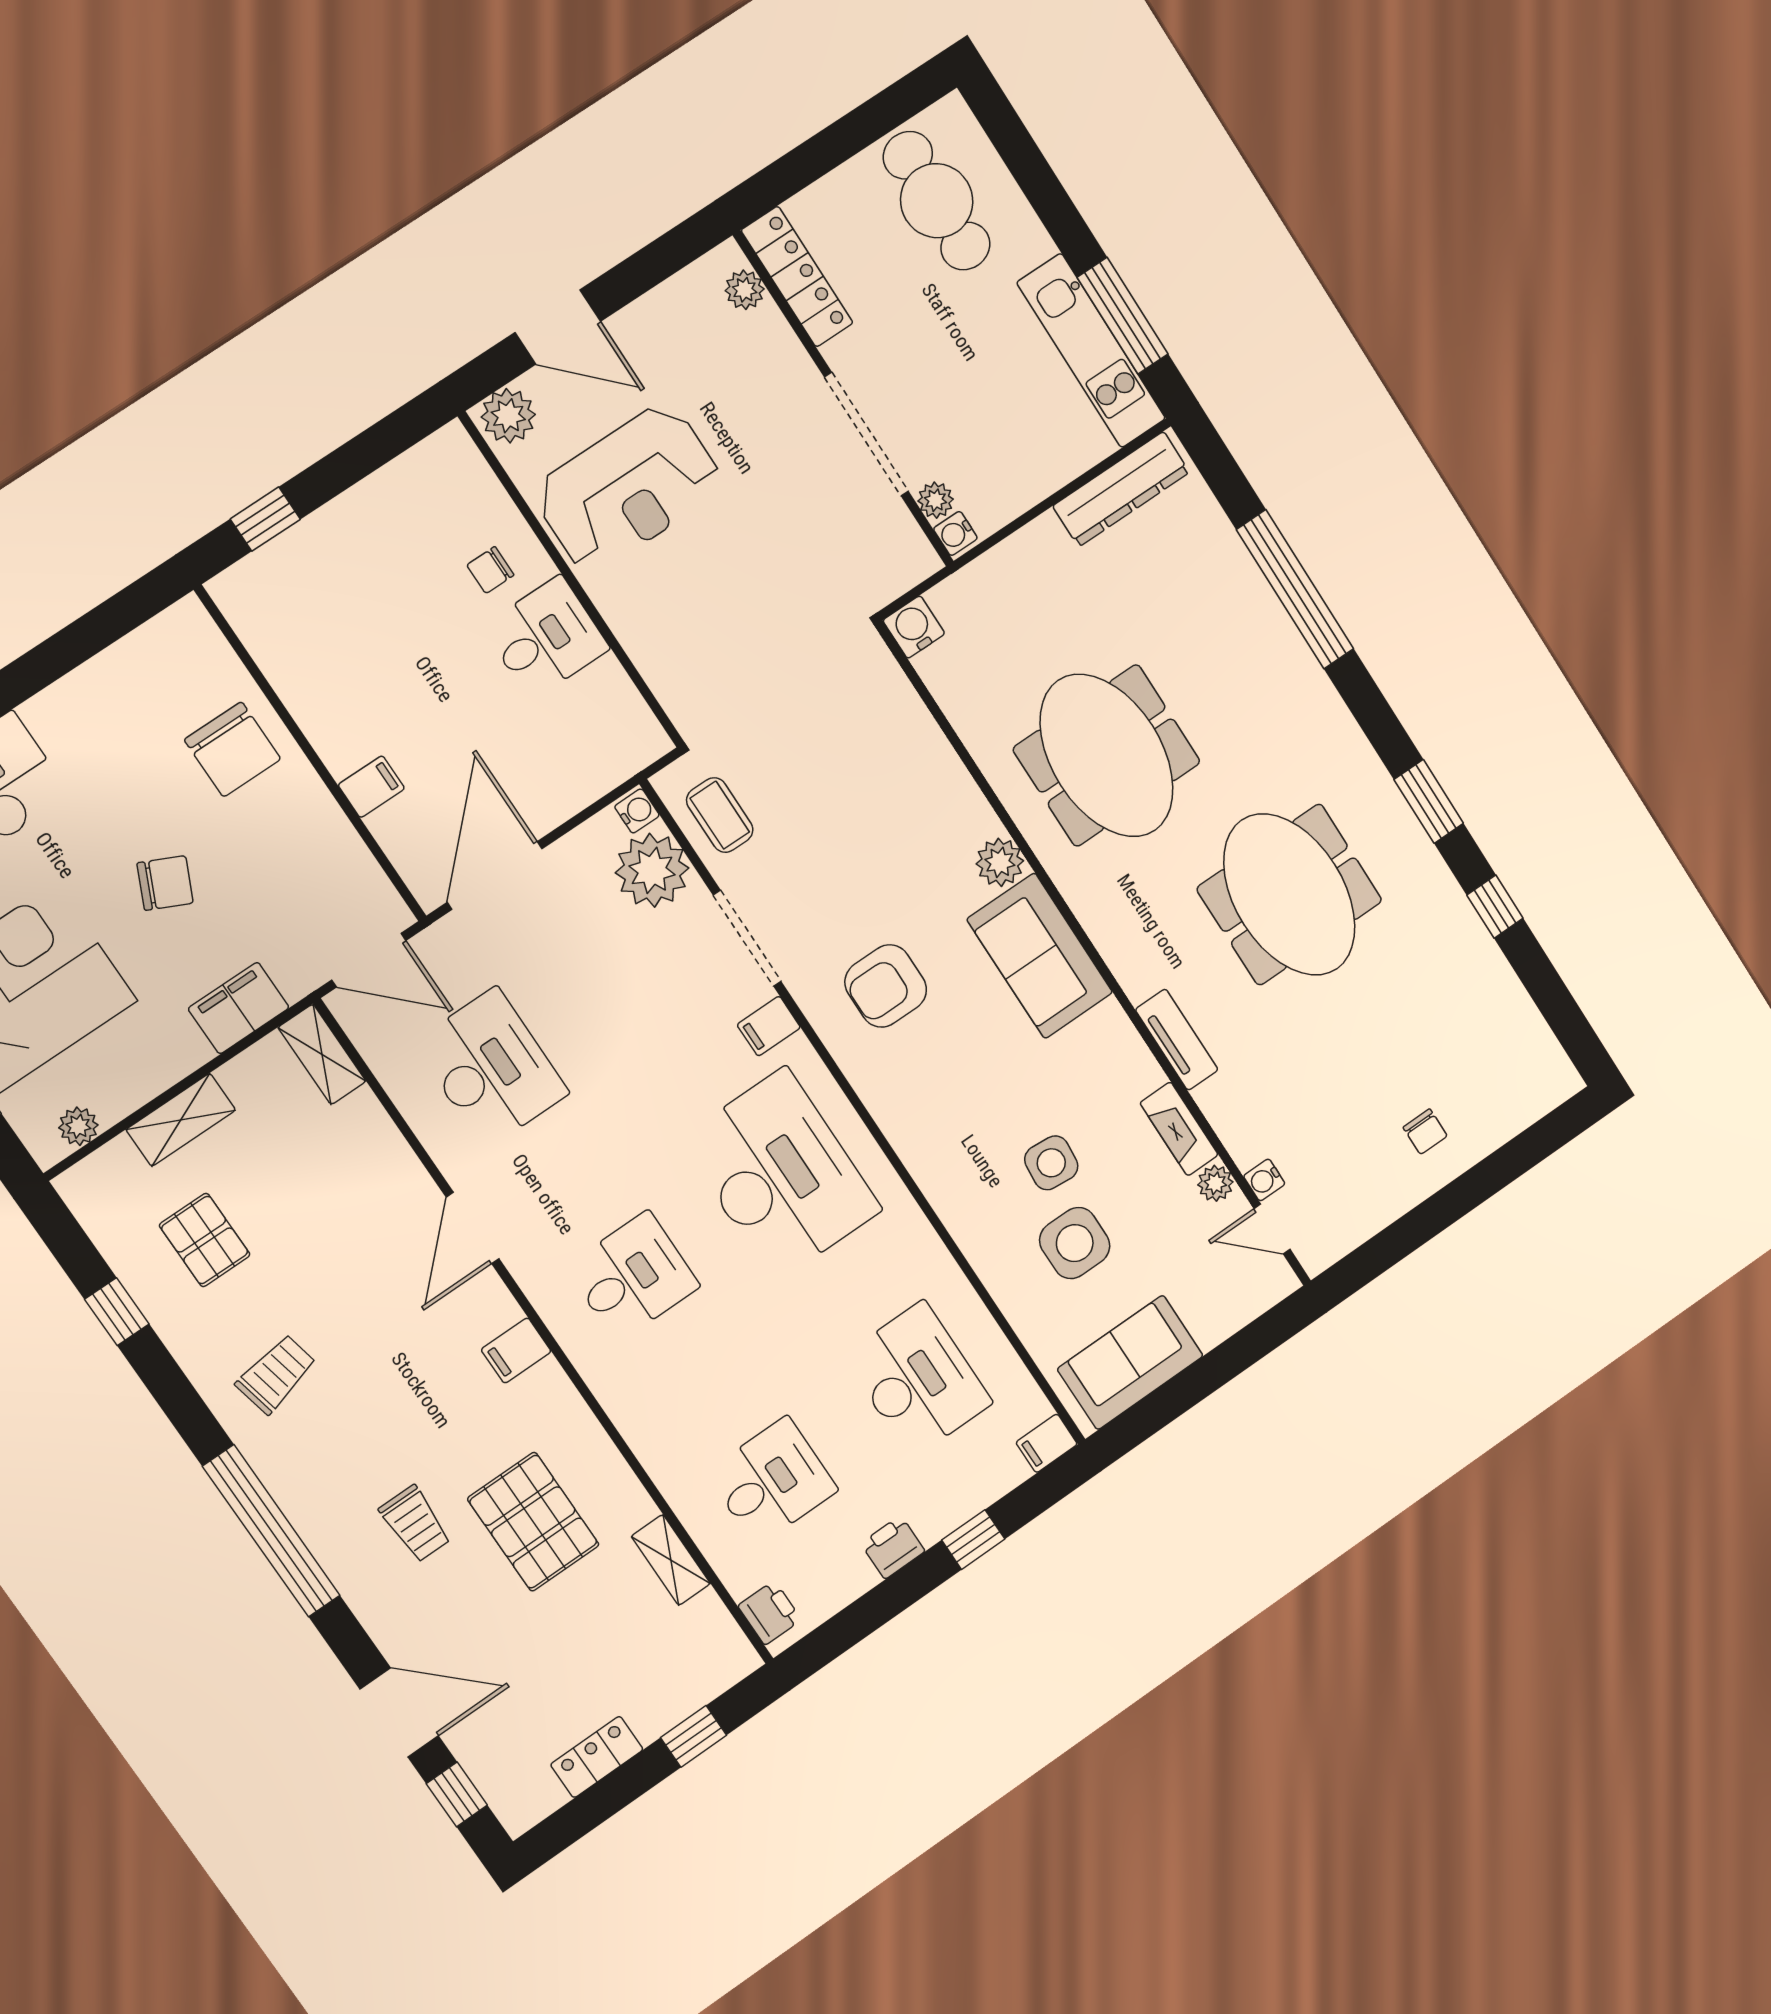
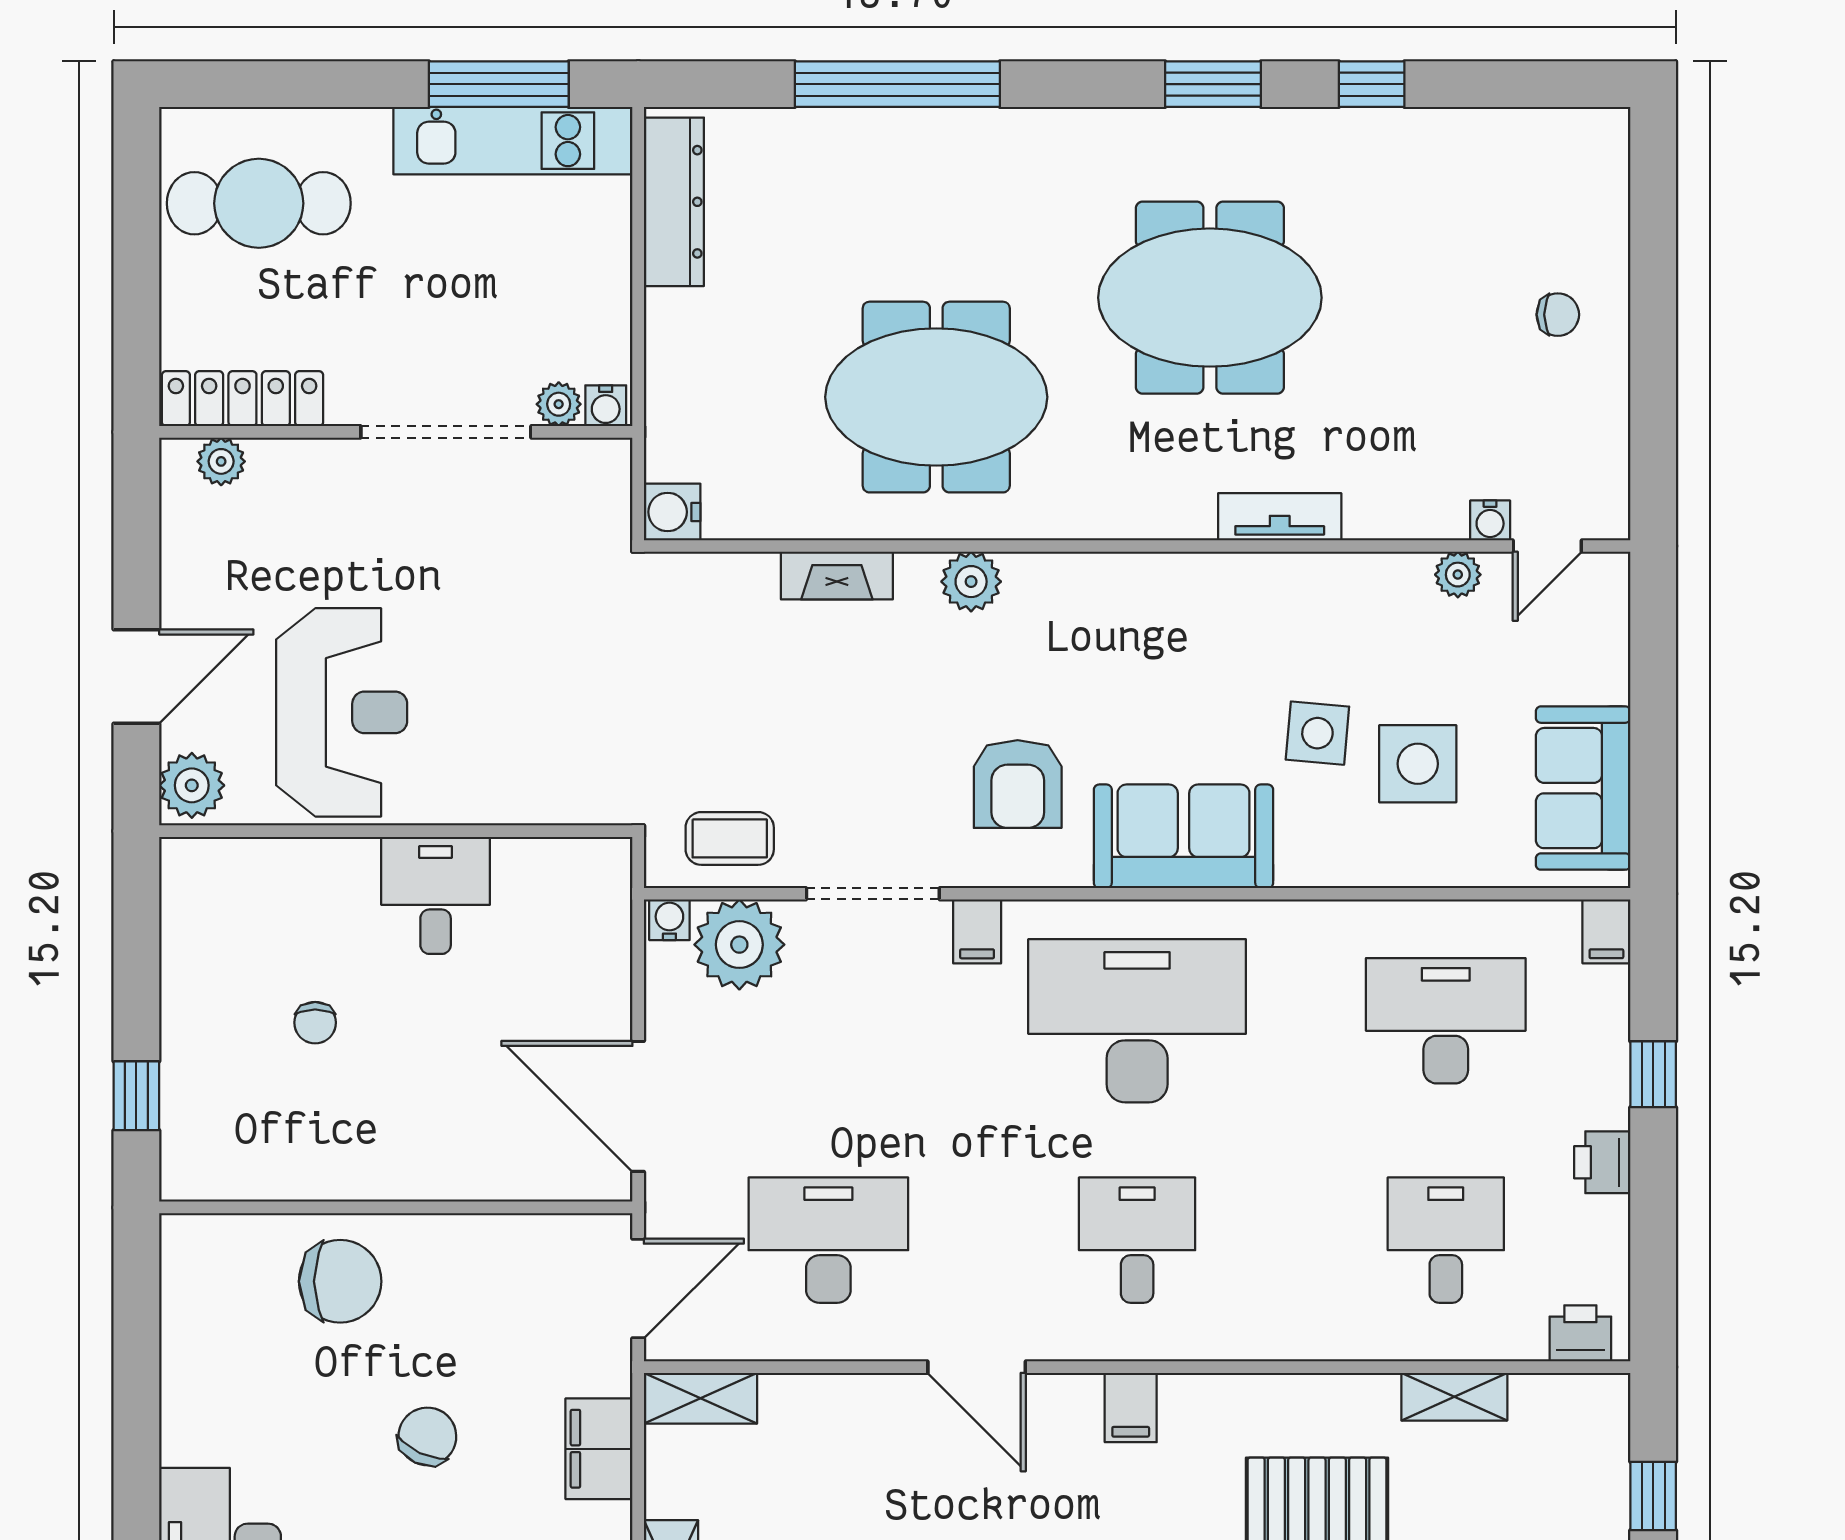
chair: (490, 570) -> (315, 1023), moved
filing cabinet: (371, 787) -> (468, 1169), removed
sofa: (1040, 956) -> (1184, 836), moved, turned 180
fireplace: (1179, 1129) -> (837, 576), moved

